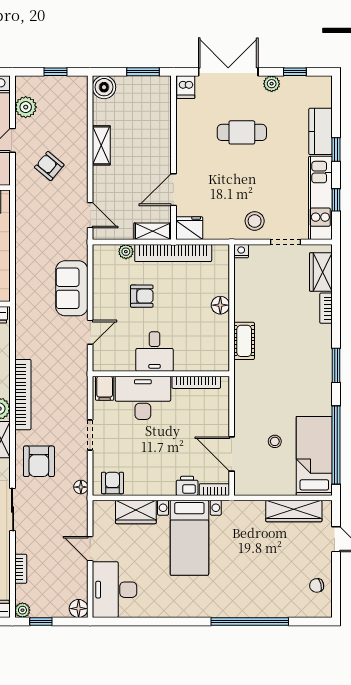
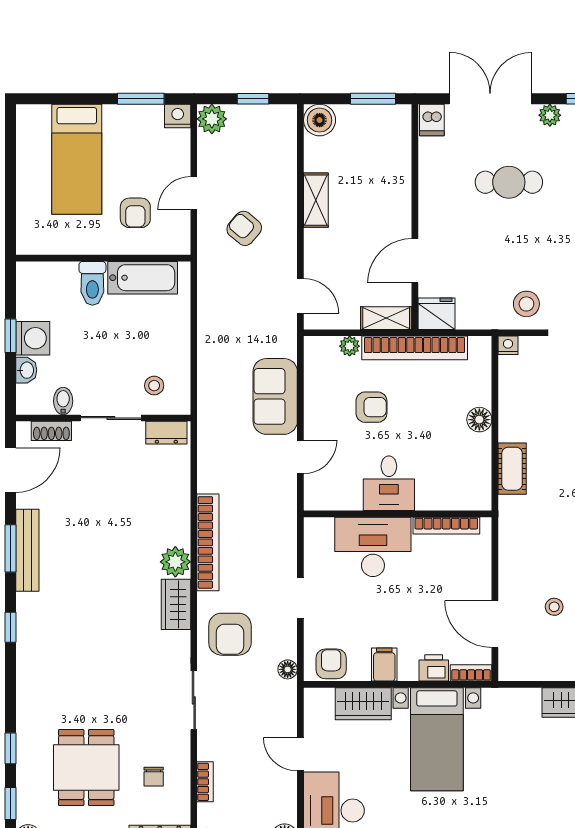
plant: (26, 107) -> (212, 119), moved
filing cabinet: (105, 388) -> (384, 665), moved, turned 180

